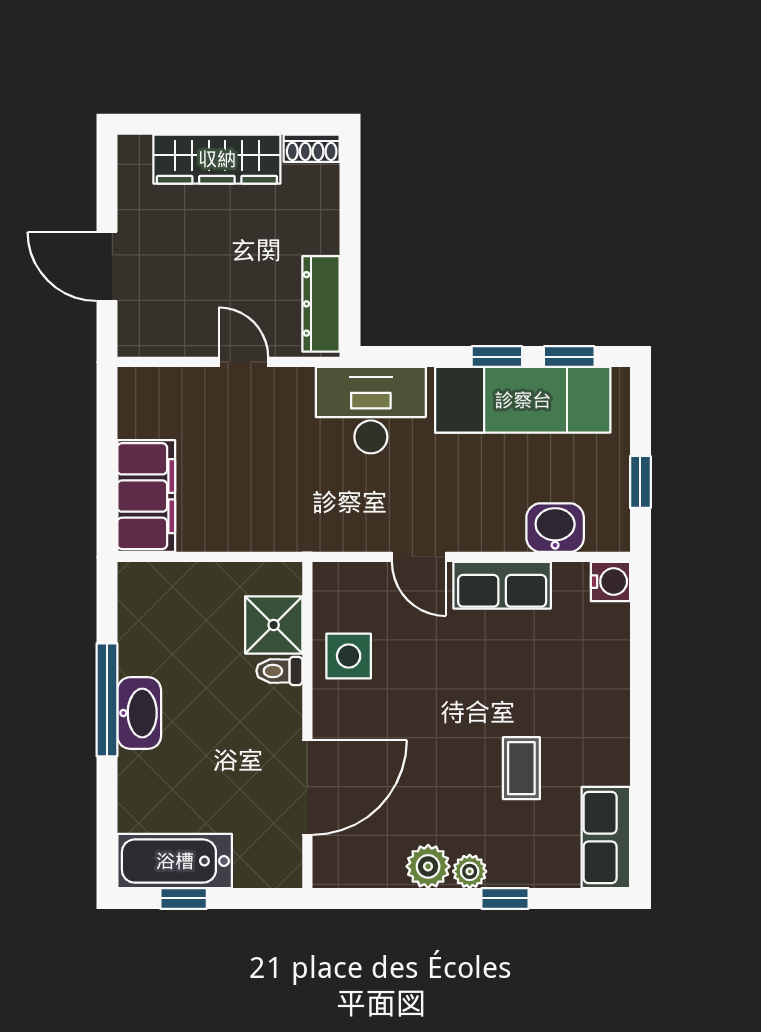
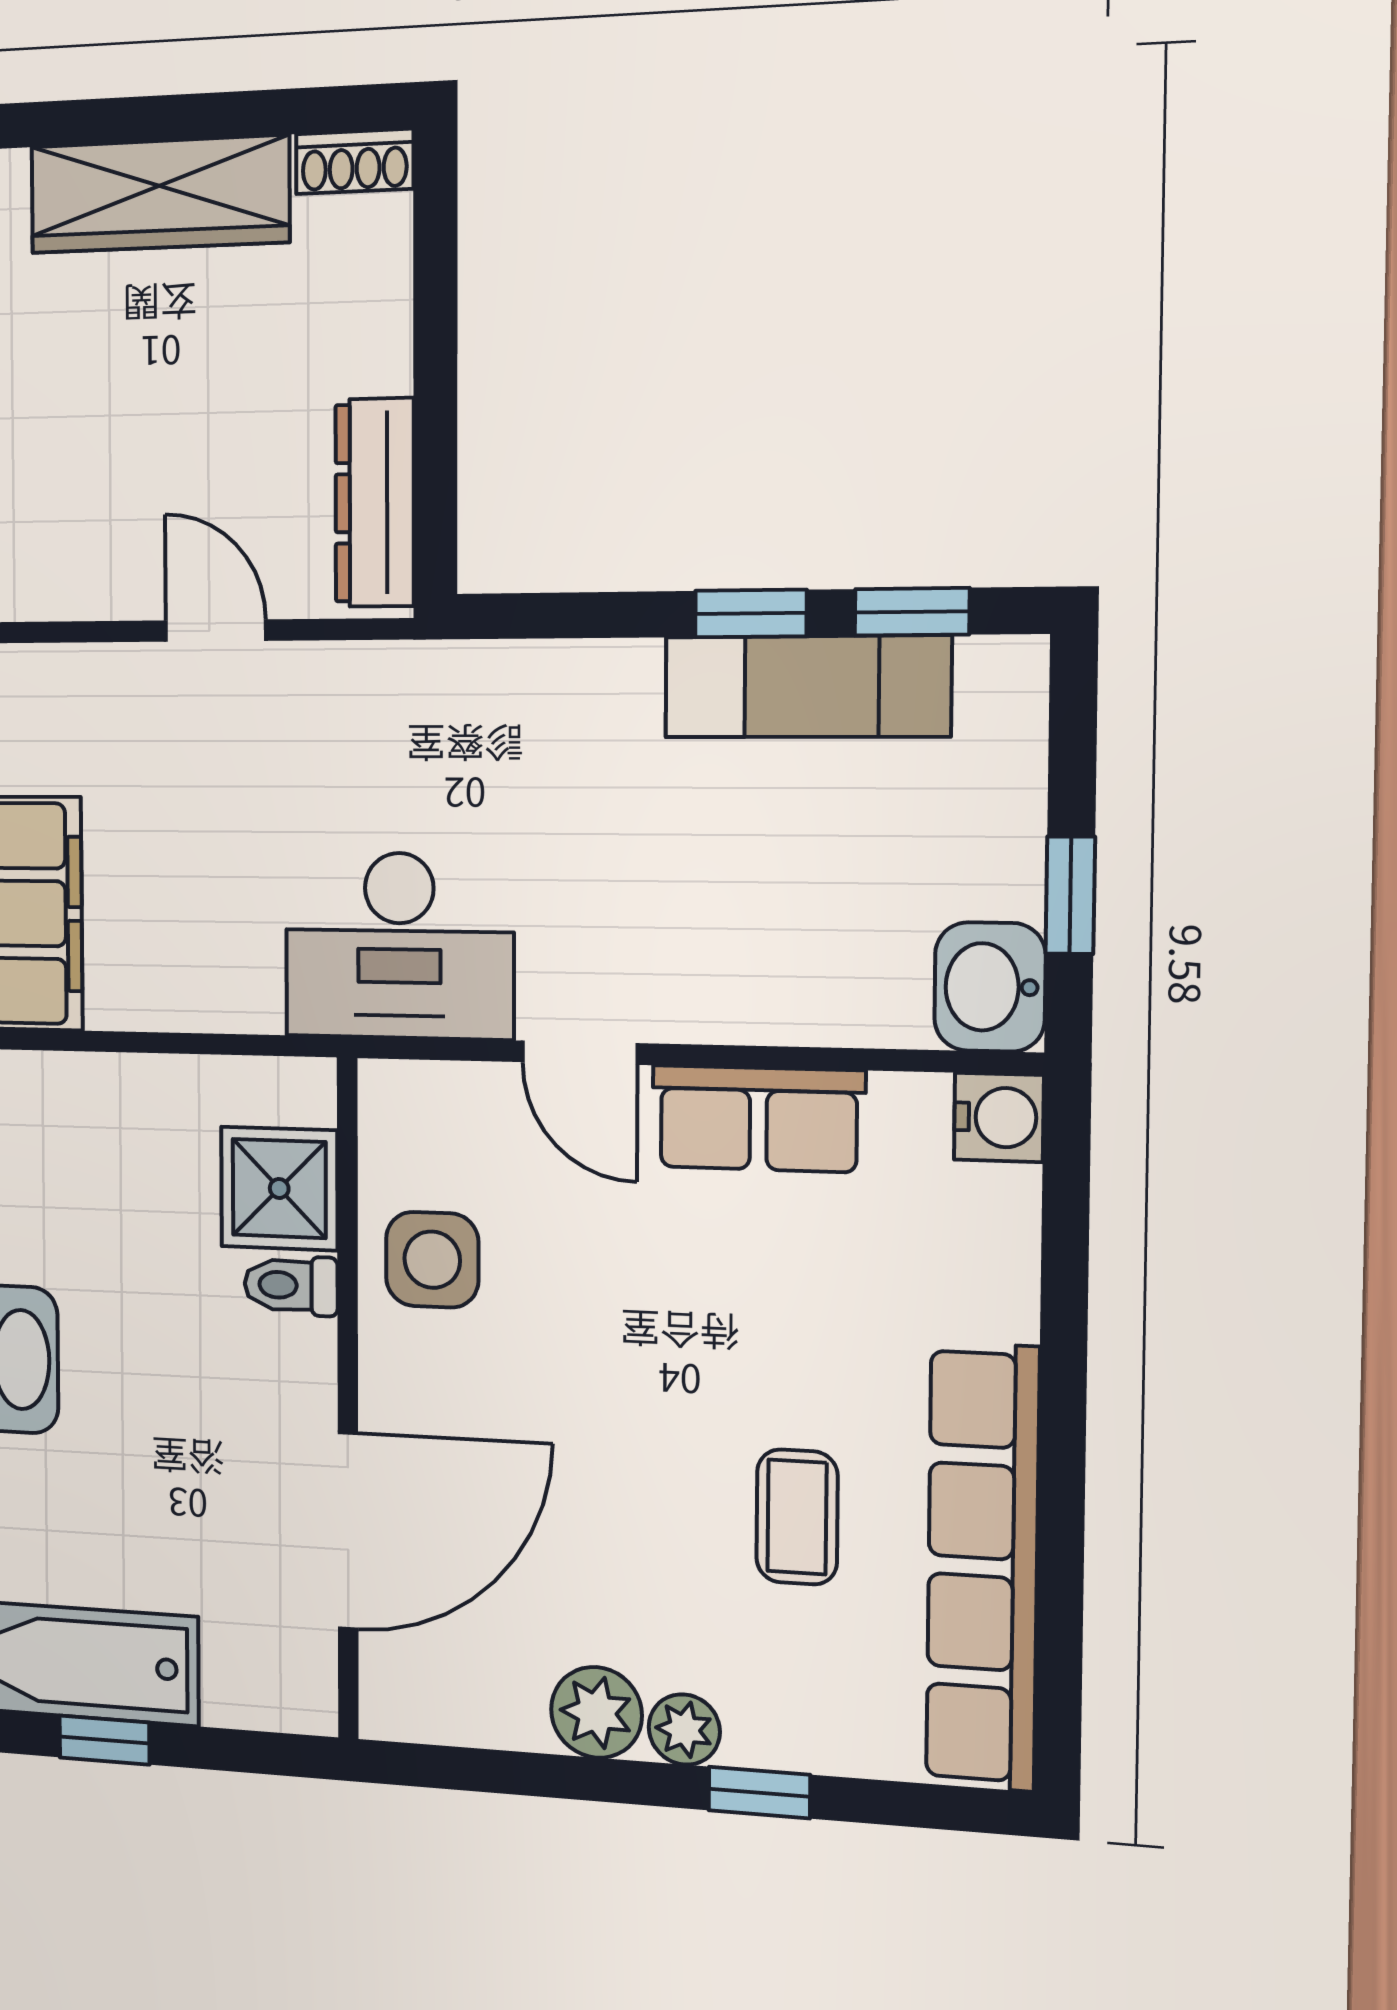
exam couch: (523, 400) -> (807, 687), width x0.73, depth x0.69
desk: (371, 410) -> (399, 946), moved, turned 180
washbasin: (555, 528) -> (990, 987), moved, turned -90
row of seats: (606, 838) -> (983, 1567), width x2.02

